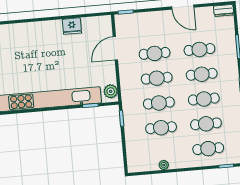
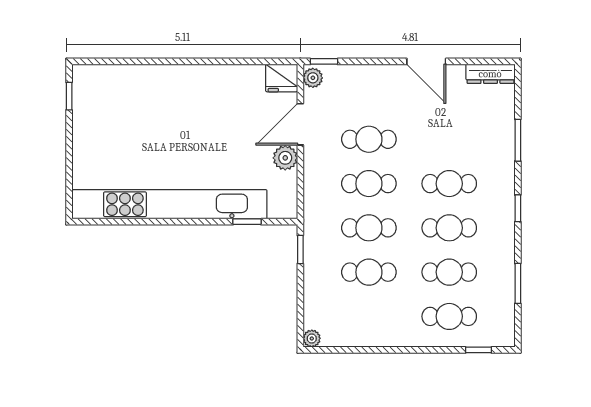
dresser: (224, 10) -> (490, 74), width x1.44
plant: (120, 22) -> (313, 78), added
fridge: (72, 26) -> (282, 78), moved
cafe table: (199, 49) -> (449, 139), removed
plant: (111, 91) -> (285, 158), moved
plant: (164, 165) -> (312, 338), moved

